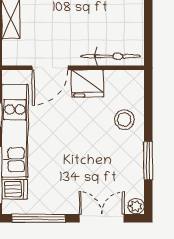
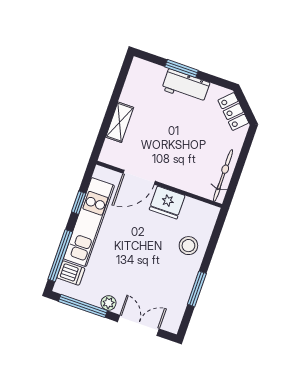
bicycle: (111, 56) -> (223, 175), moved, turned -90
plant: (136, 206) -> (108, 303), moved

